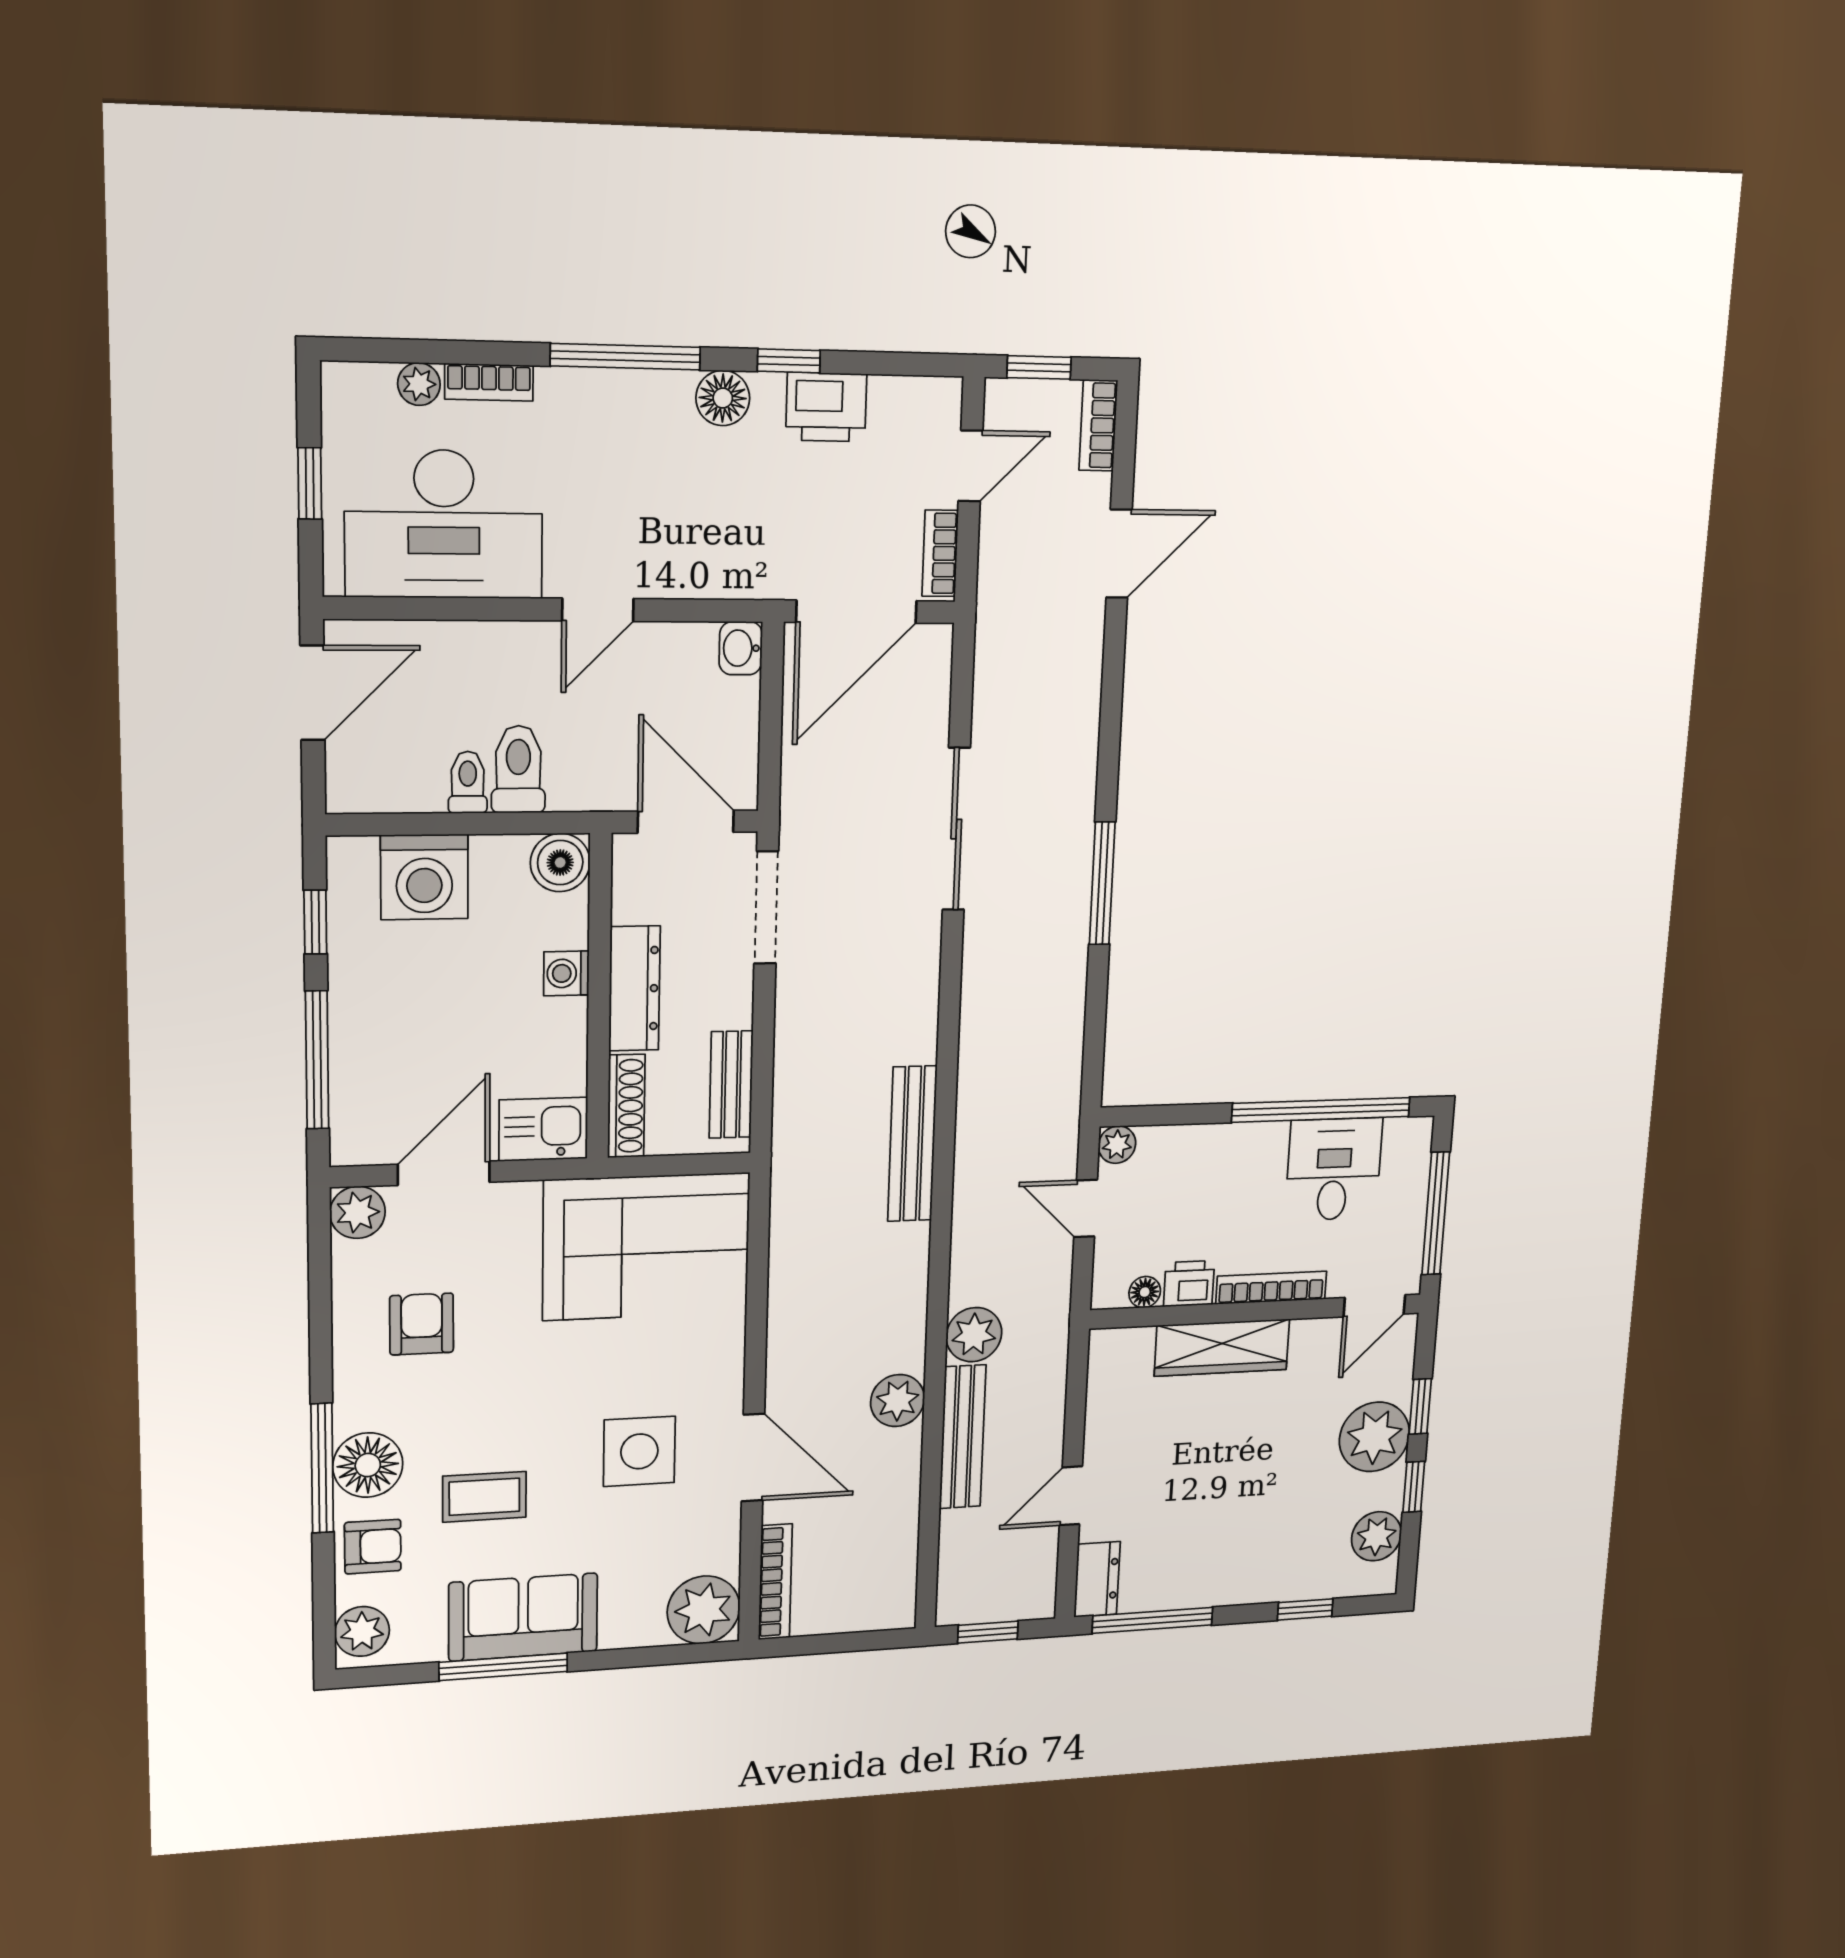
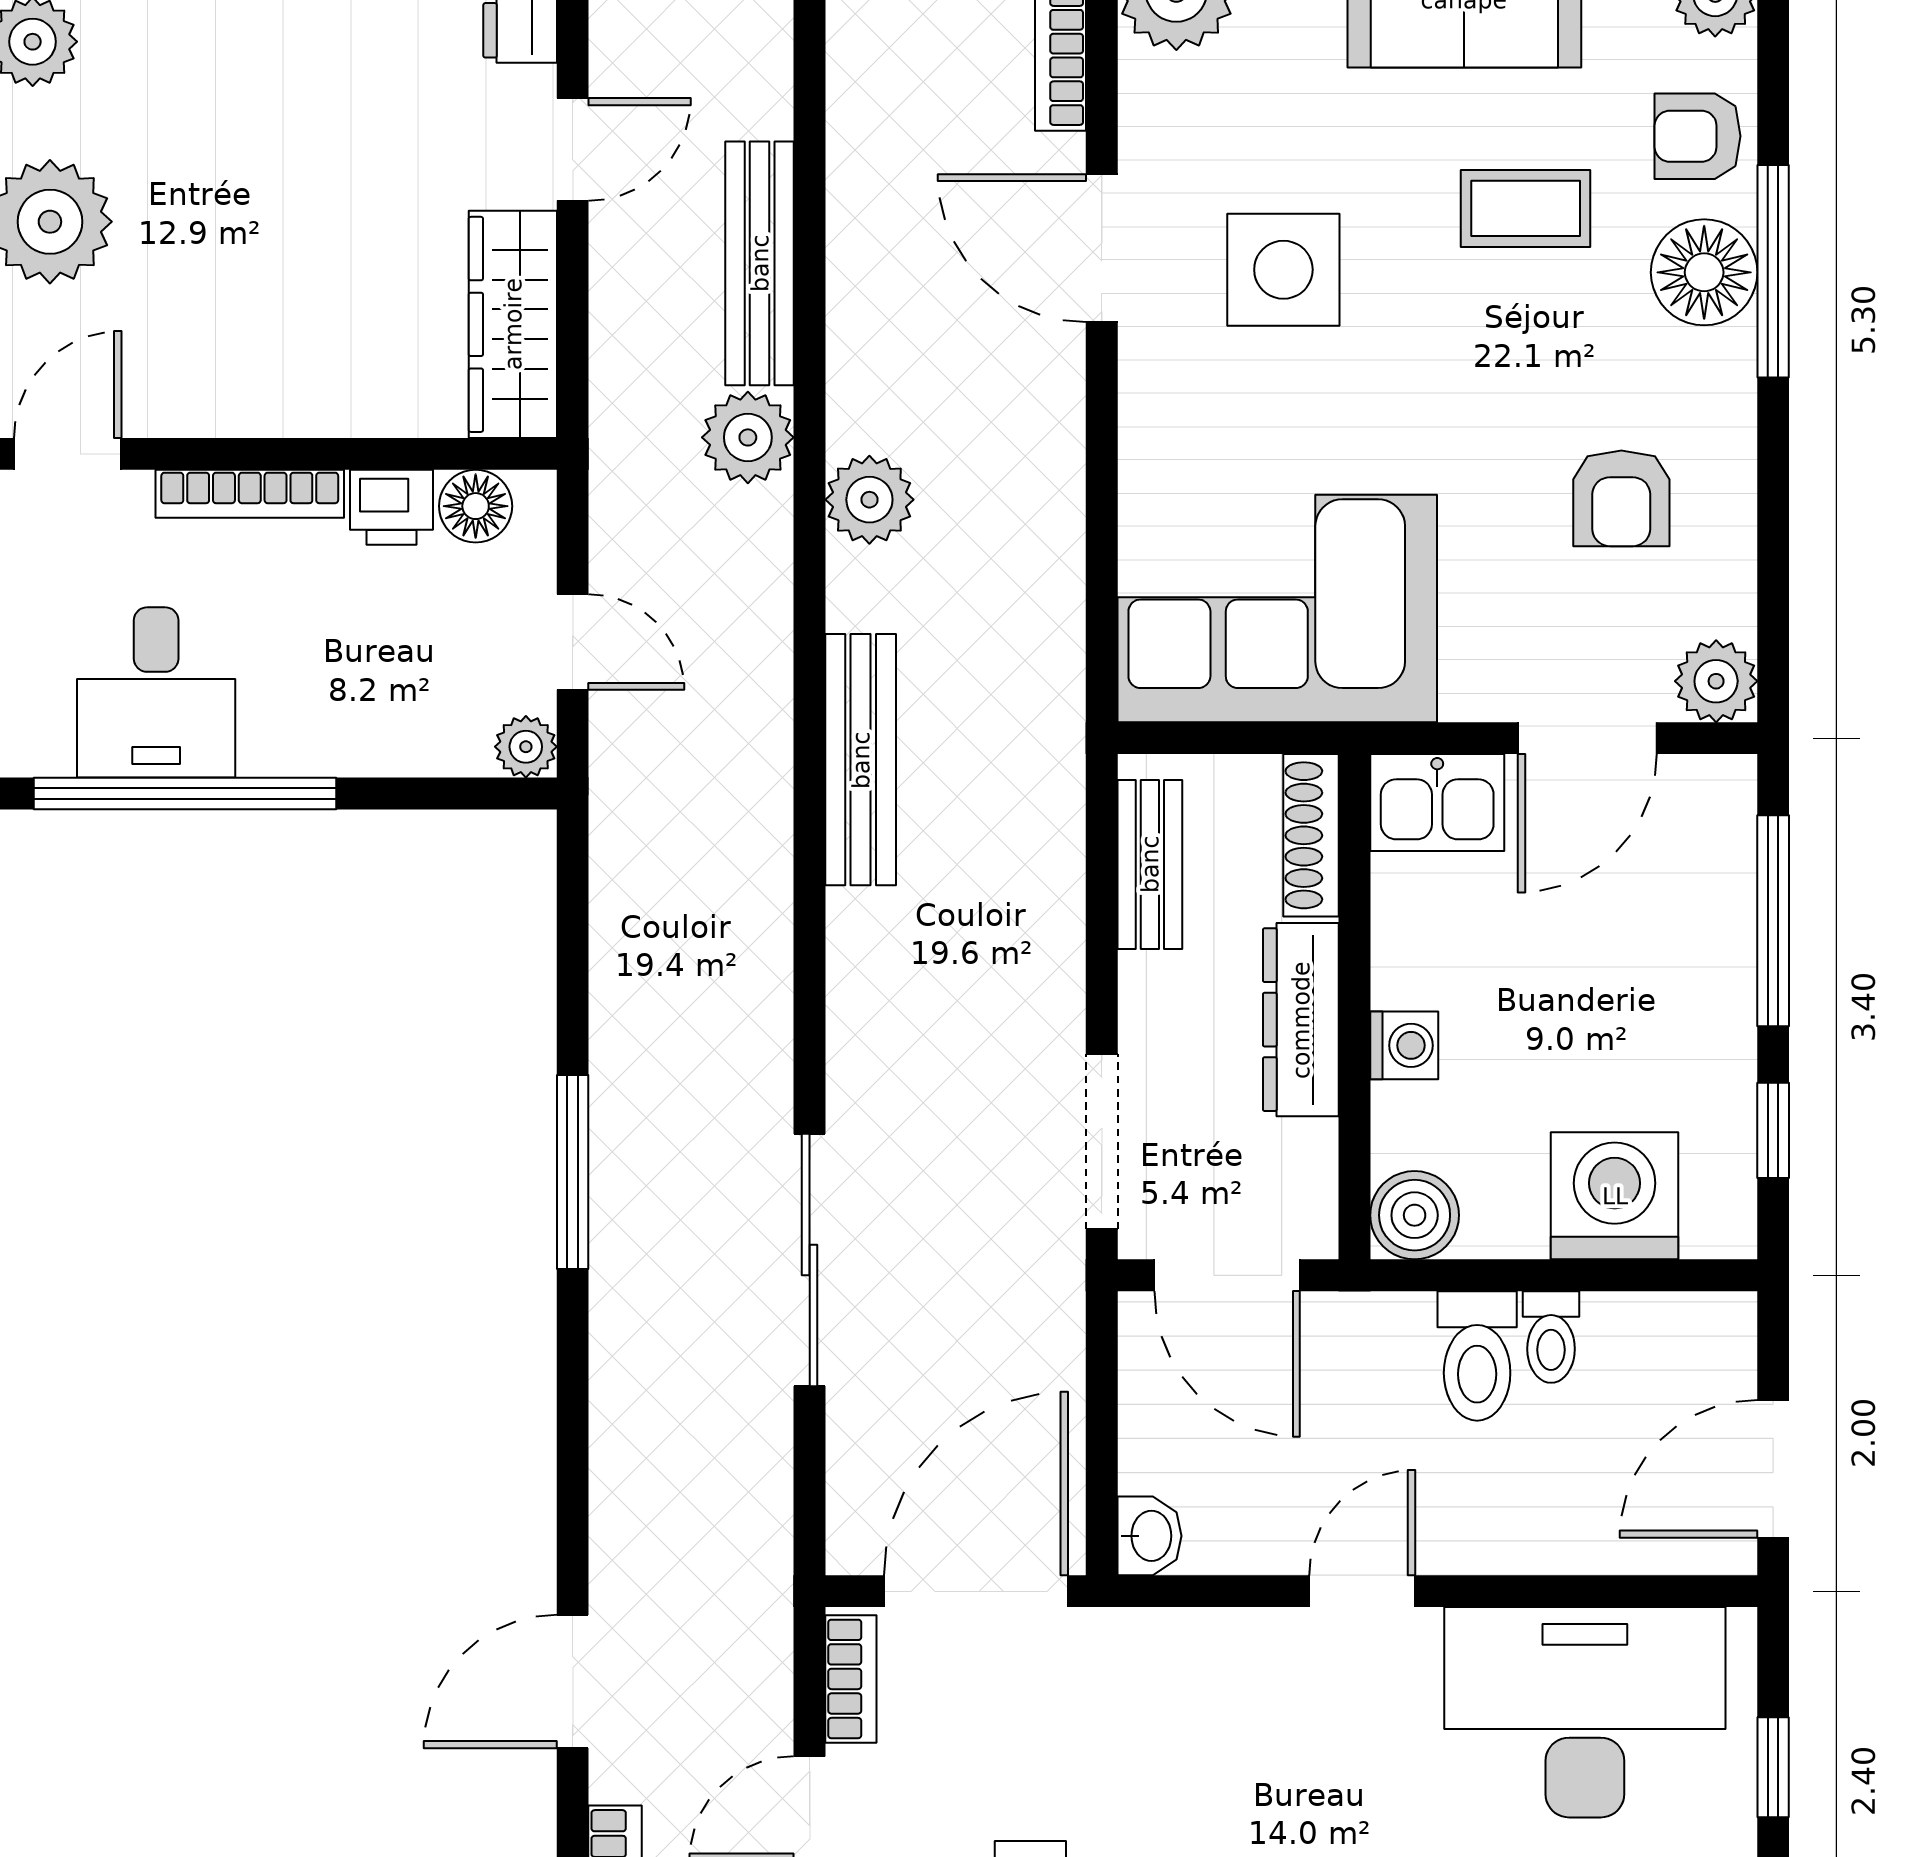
floor lamp: (1145, 1292) -> (476, 506), width x1.37, depth x1.37
wardrobe: (1222, 1348) -> (513, 324), moved, turned -90
plant: (898, 1400) -> (869, 500), moved

